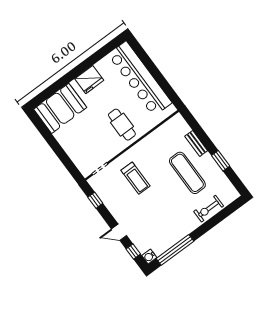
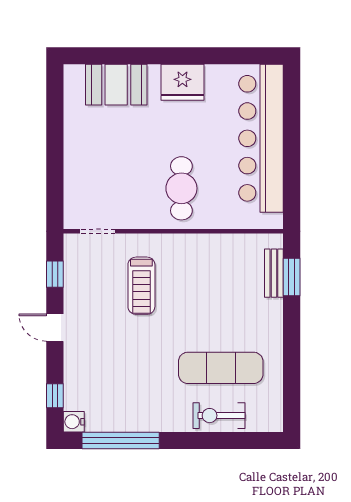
booth: (60, 108) -> (116, 85), width x0.73, depth x0.70
bench: (196, 143) -> (274, 273), moved
window: (221, 161) -> (292, 277), moved
exercise mat: (187, 173) -> (221, 368), moved, turned 90
door: (119, 232) -> (55, 328), moved

